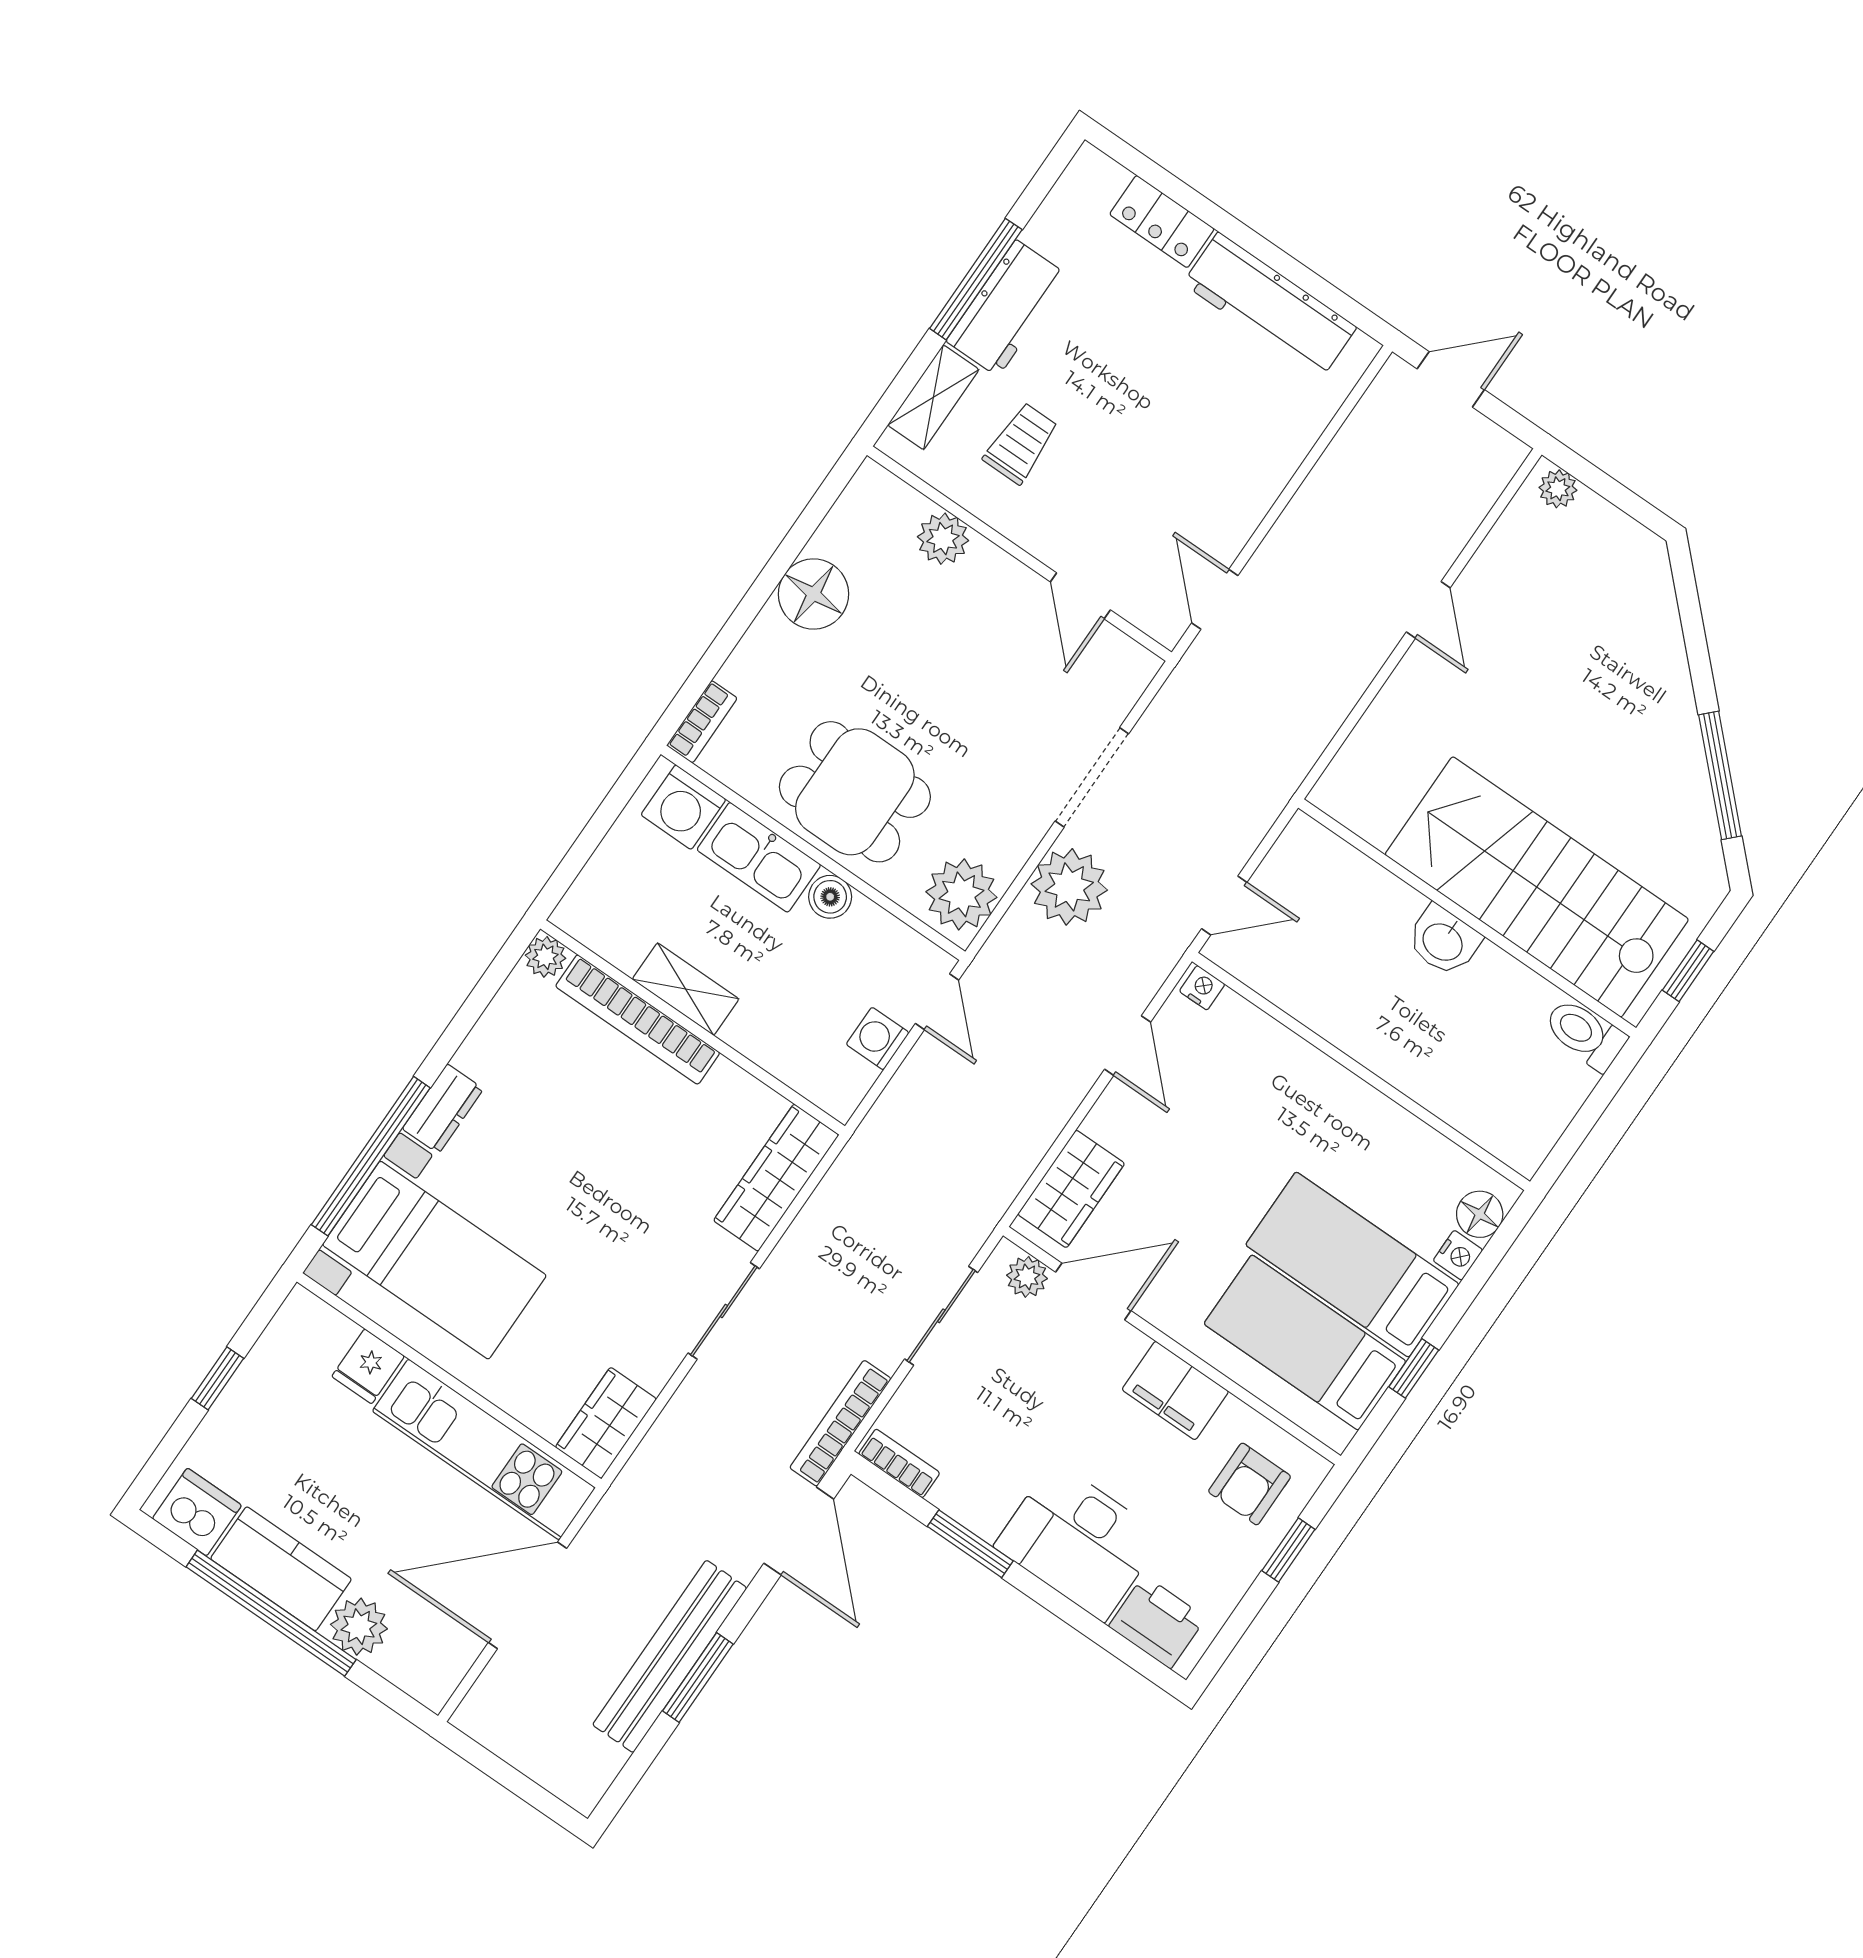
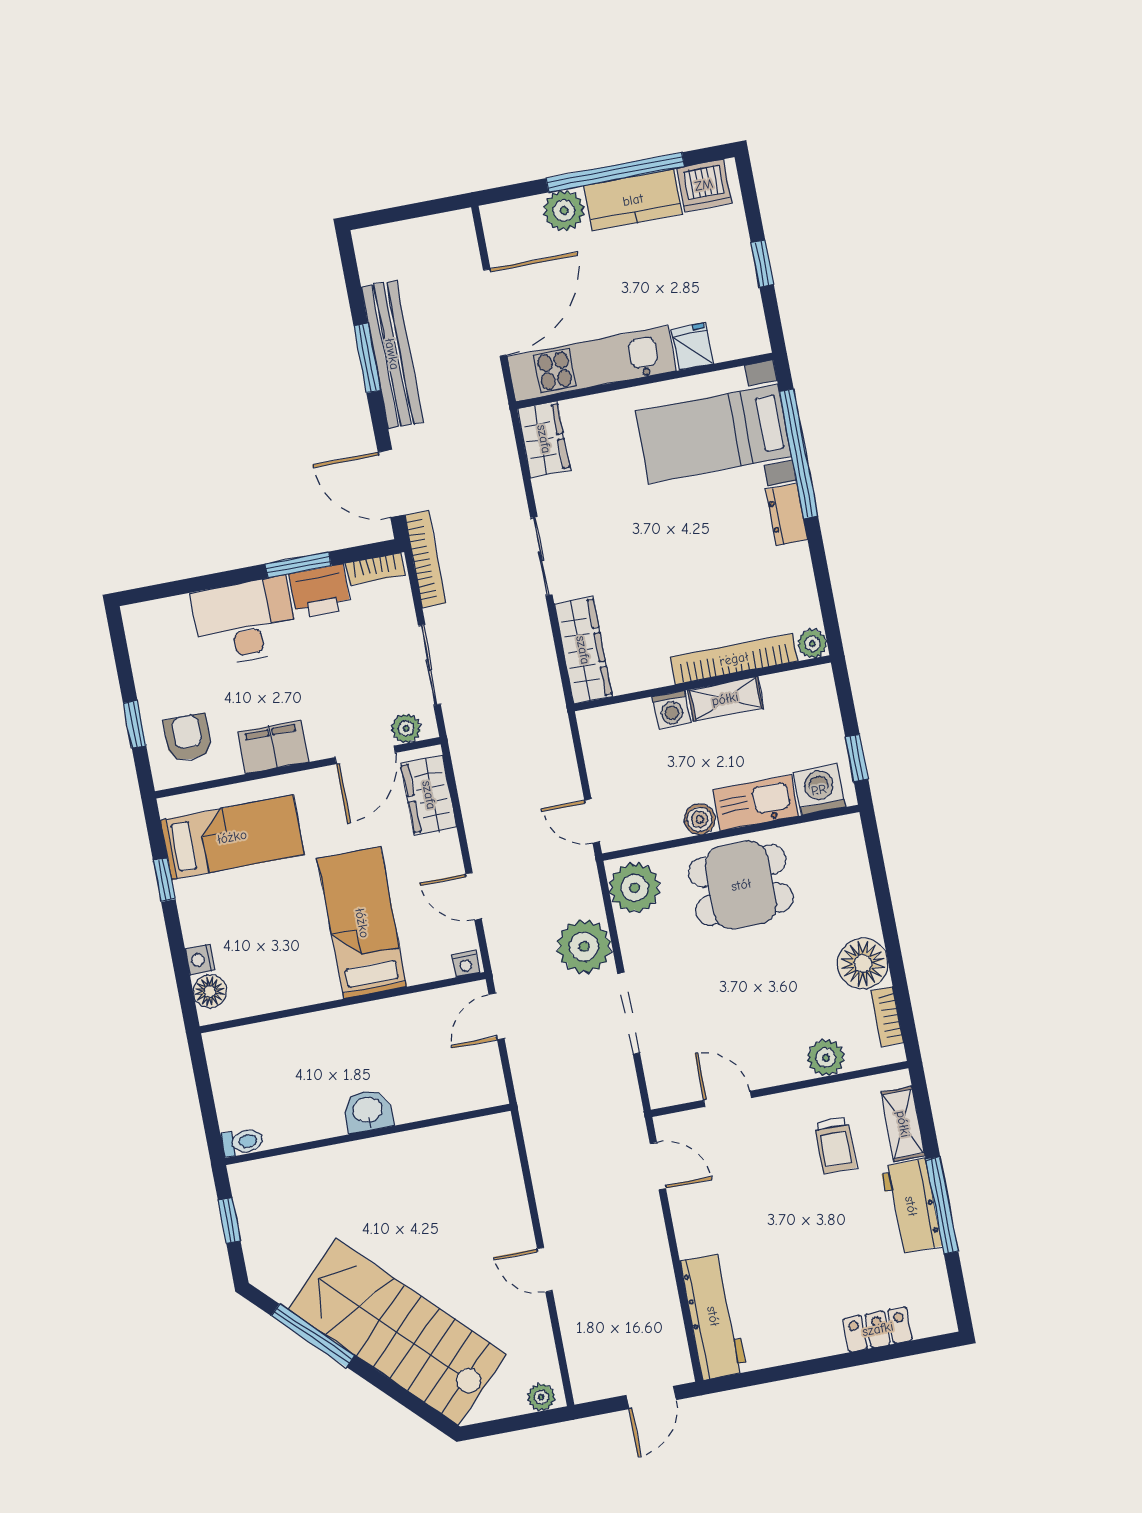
workbench: (1270, 305) -> (713, 1316), moved, turned 90
bookcase: (702, 722) -> (887, 1017), moved
window: (616, 801) -> (857, 758), added
stairs: (1537, 887) -> (397, 1332), moved, turned -135
toilet: (1585, 1034) -> (242, 1142), width x0.73, depth x0.72
washing machine: (878, 1039) -> (671, 710), moved, turned 90
bed: (1352, 1265) -> (362, 923), moved, turned -90
printer: (1157, 1622) -> (320, 591), moved

